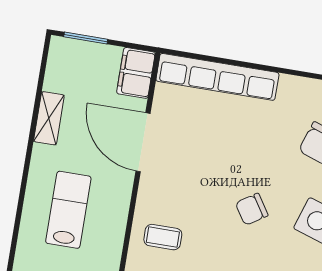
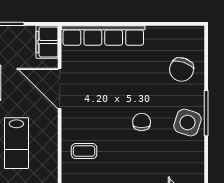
chair: (252, 209) -> (142, 122), turned 123
lab bench: (68, 210) -> (16, 143), turned 180

